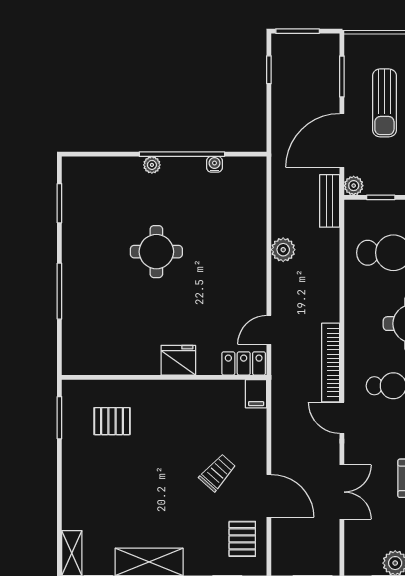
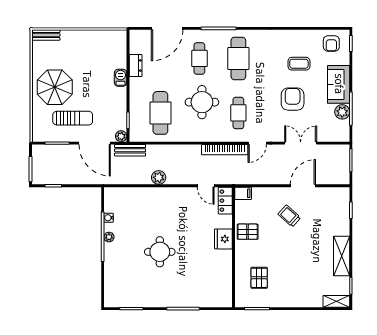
plant: (152, 165) -> (109, 237), moved
pallet: (242, 539) -> (248, 232), moved

